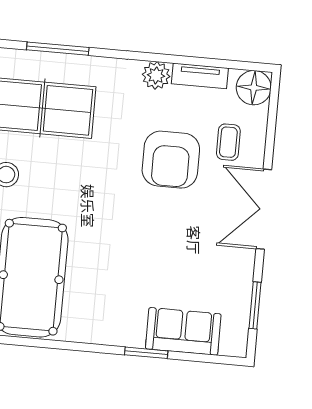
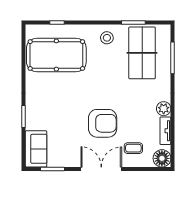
armchair: (171, 160) -> (103, 123), moved, turned 180
sofa: (183, 331) -> (36, 149), moved

